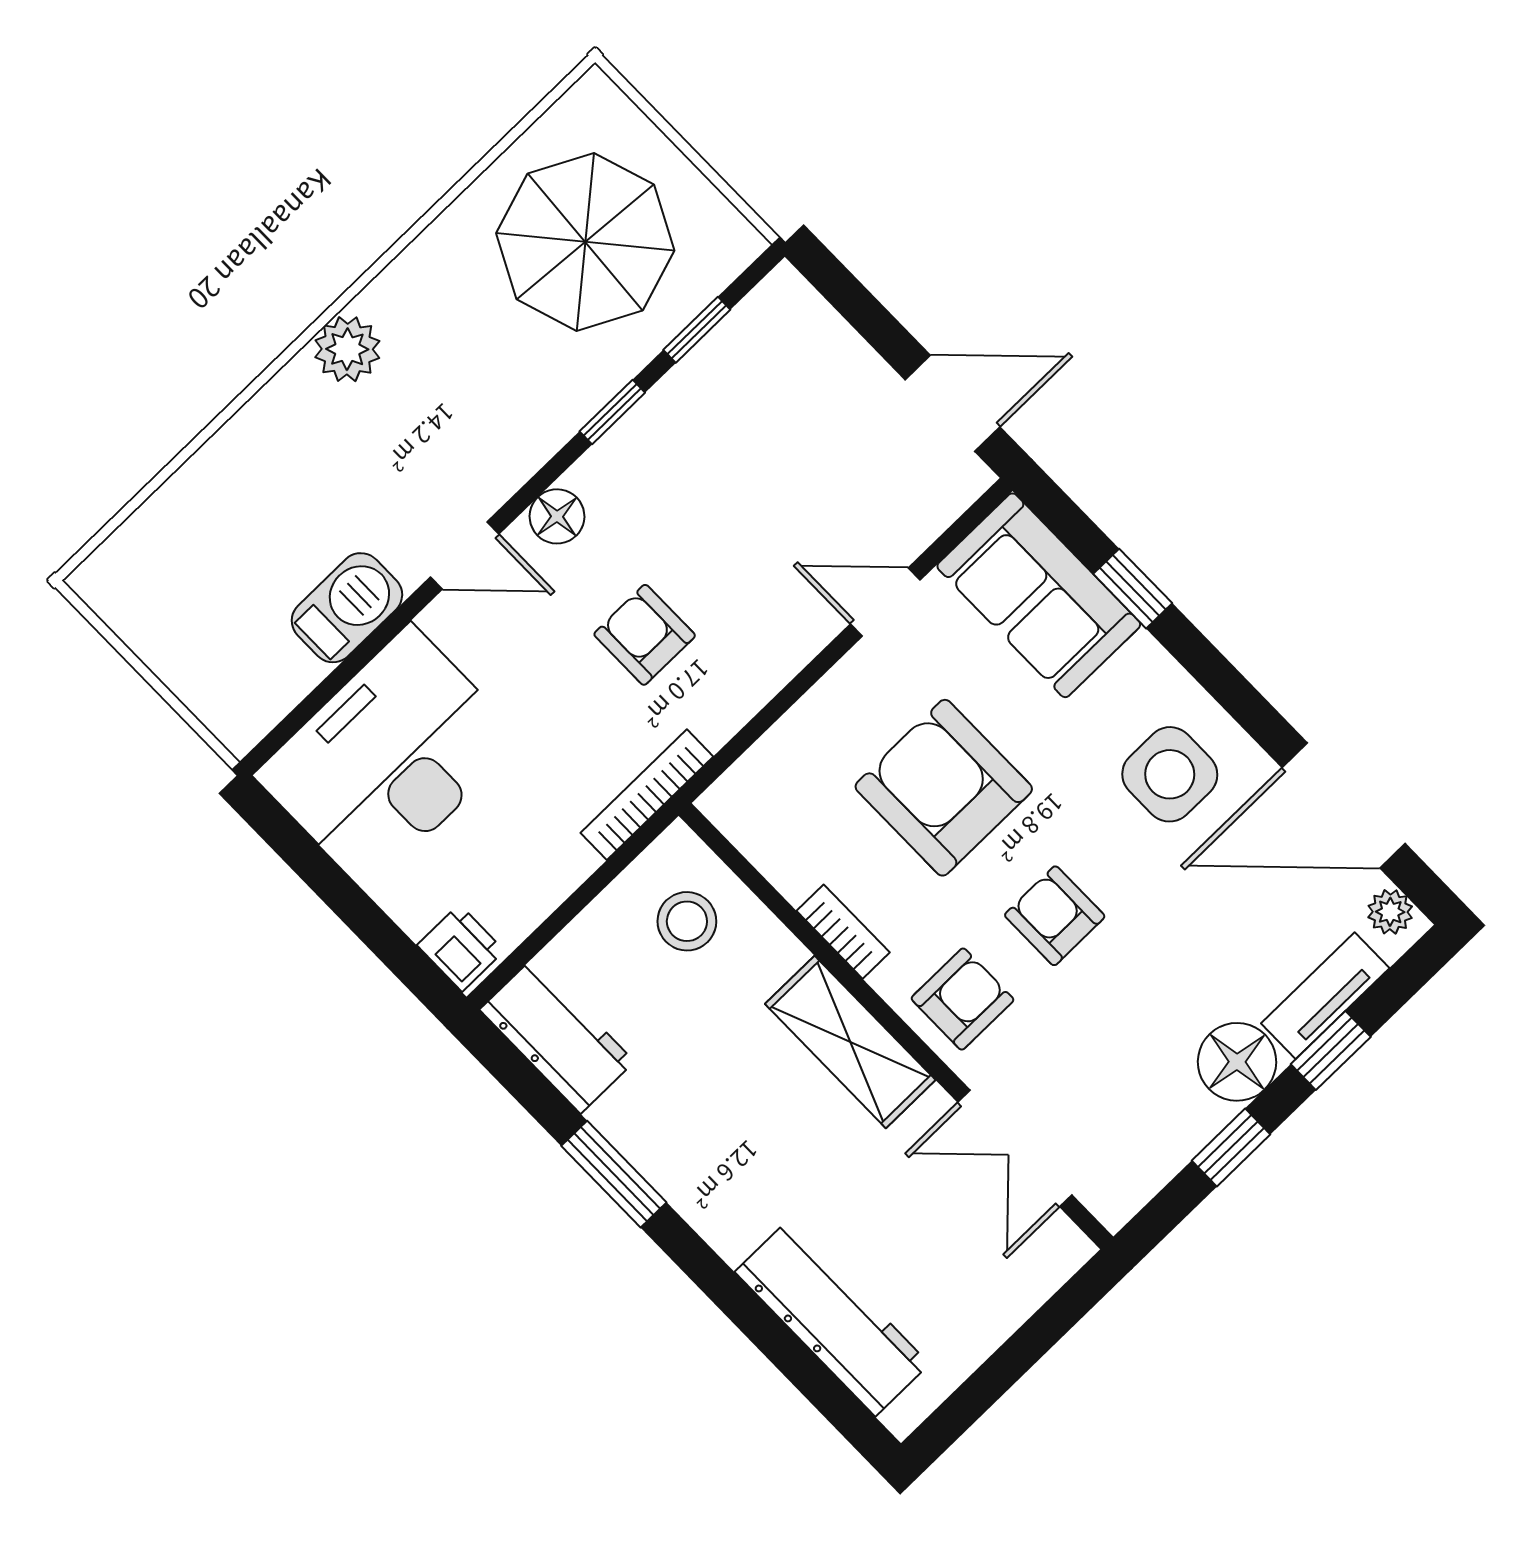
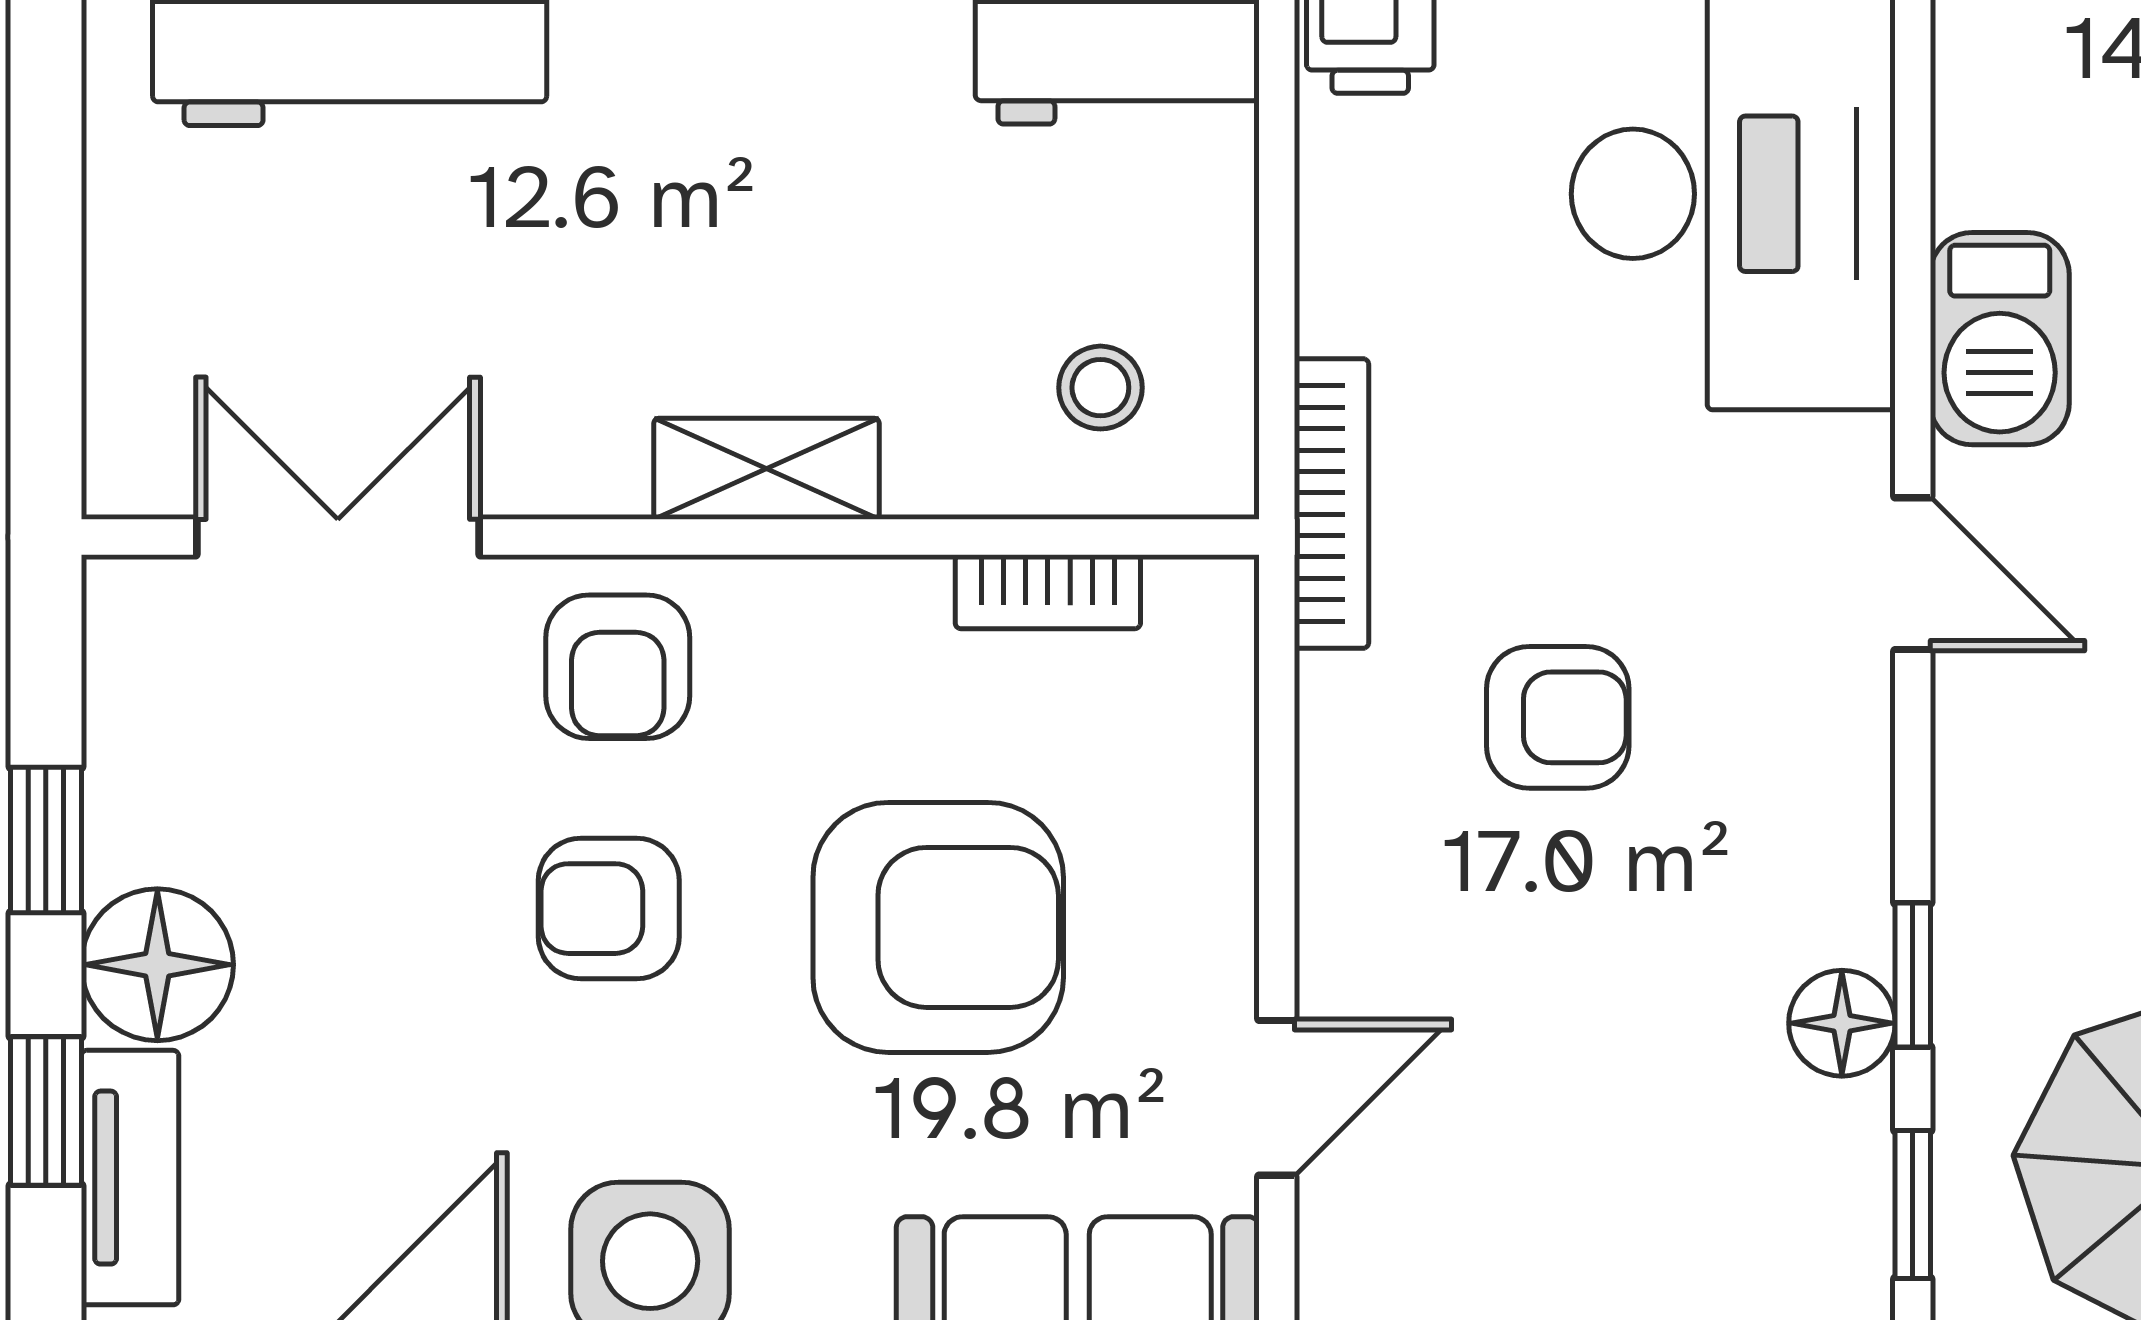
floor lamp: (557, 516) -> (1842, 1023), moved
door: (465, 556) -> (1913, 574), swing flipped
armchair: (1055, 916) -> (609, 909), turned 180
stool: (687, 921) -> (1100, 388), width x0.73, depth x0.73
bookcase: (843, 932) -> (1048, 592), moved
shelving: (850, 1042) -> (767, 469), width x0.67, depth x0.75

